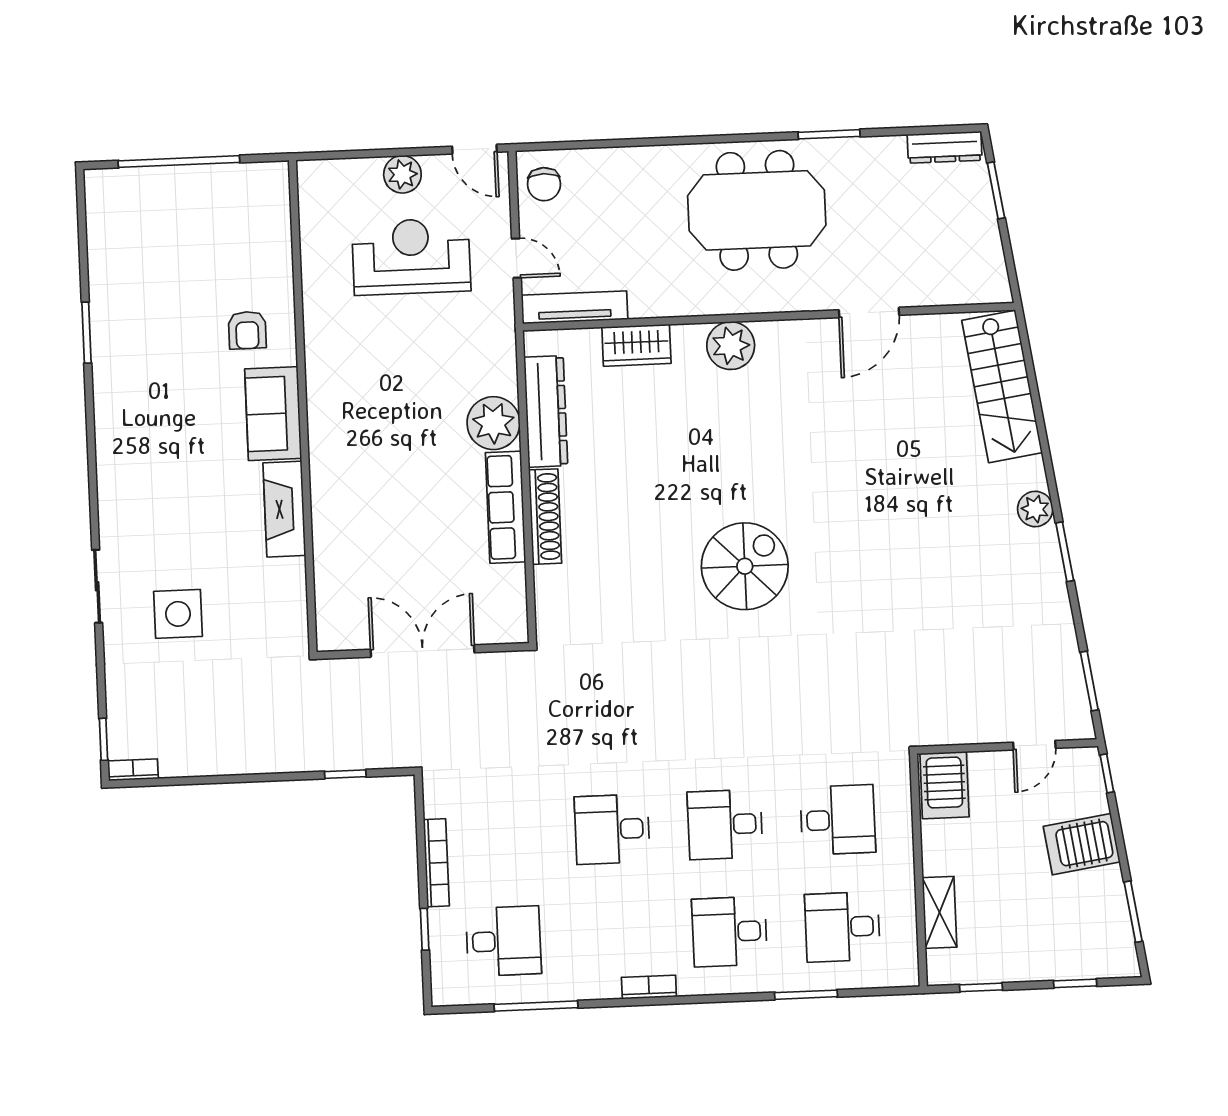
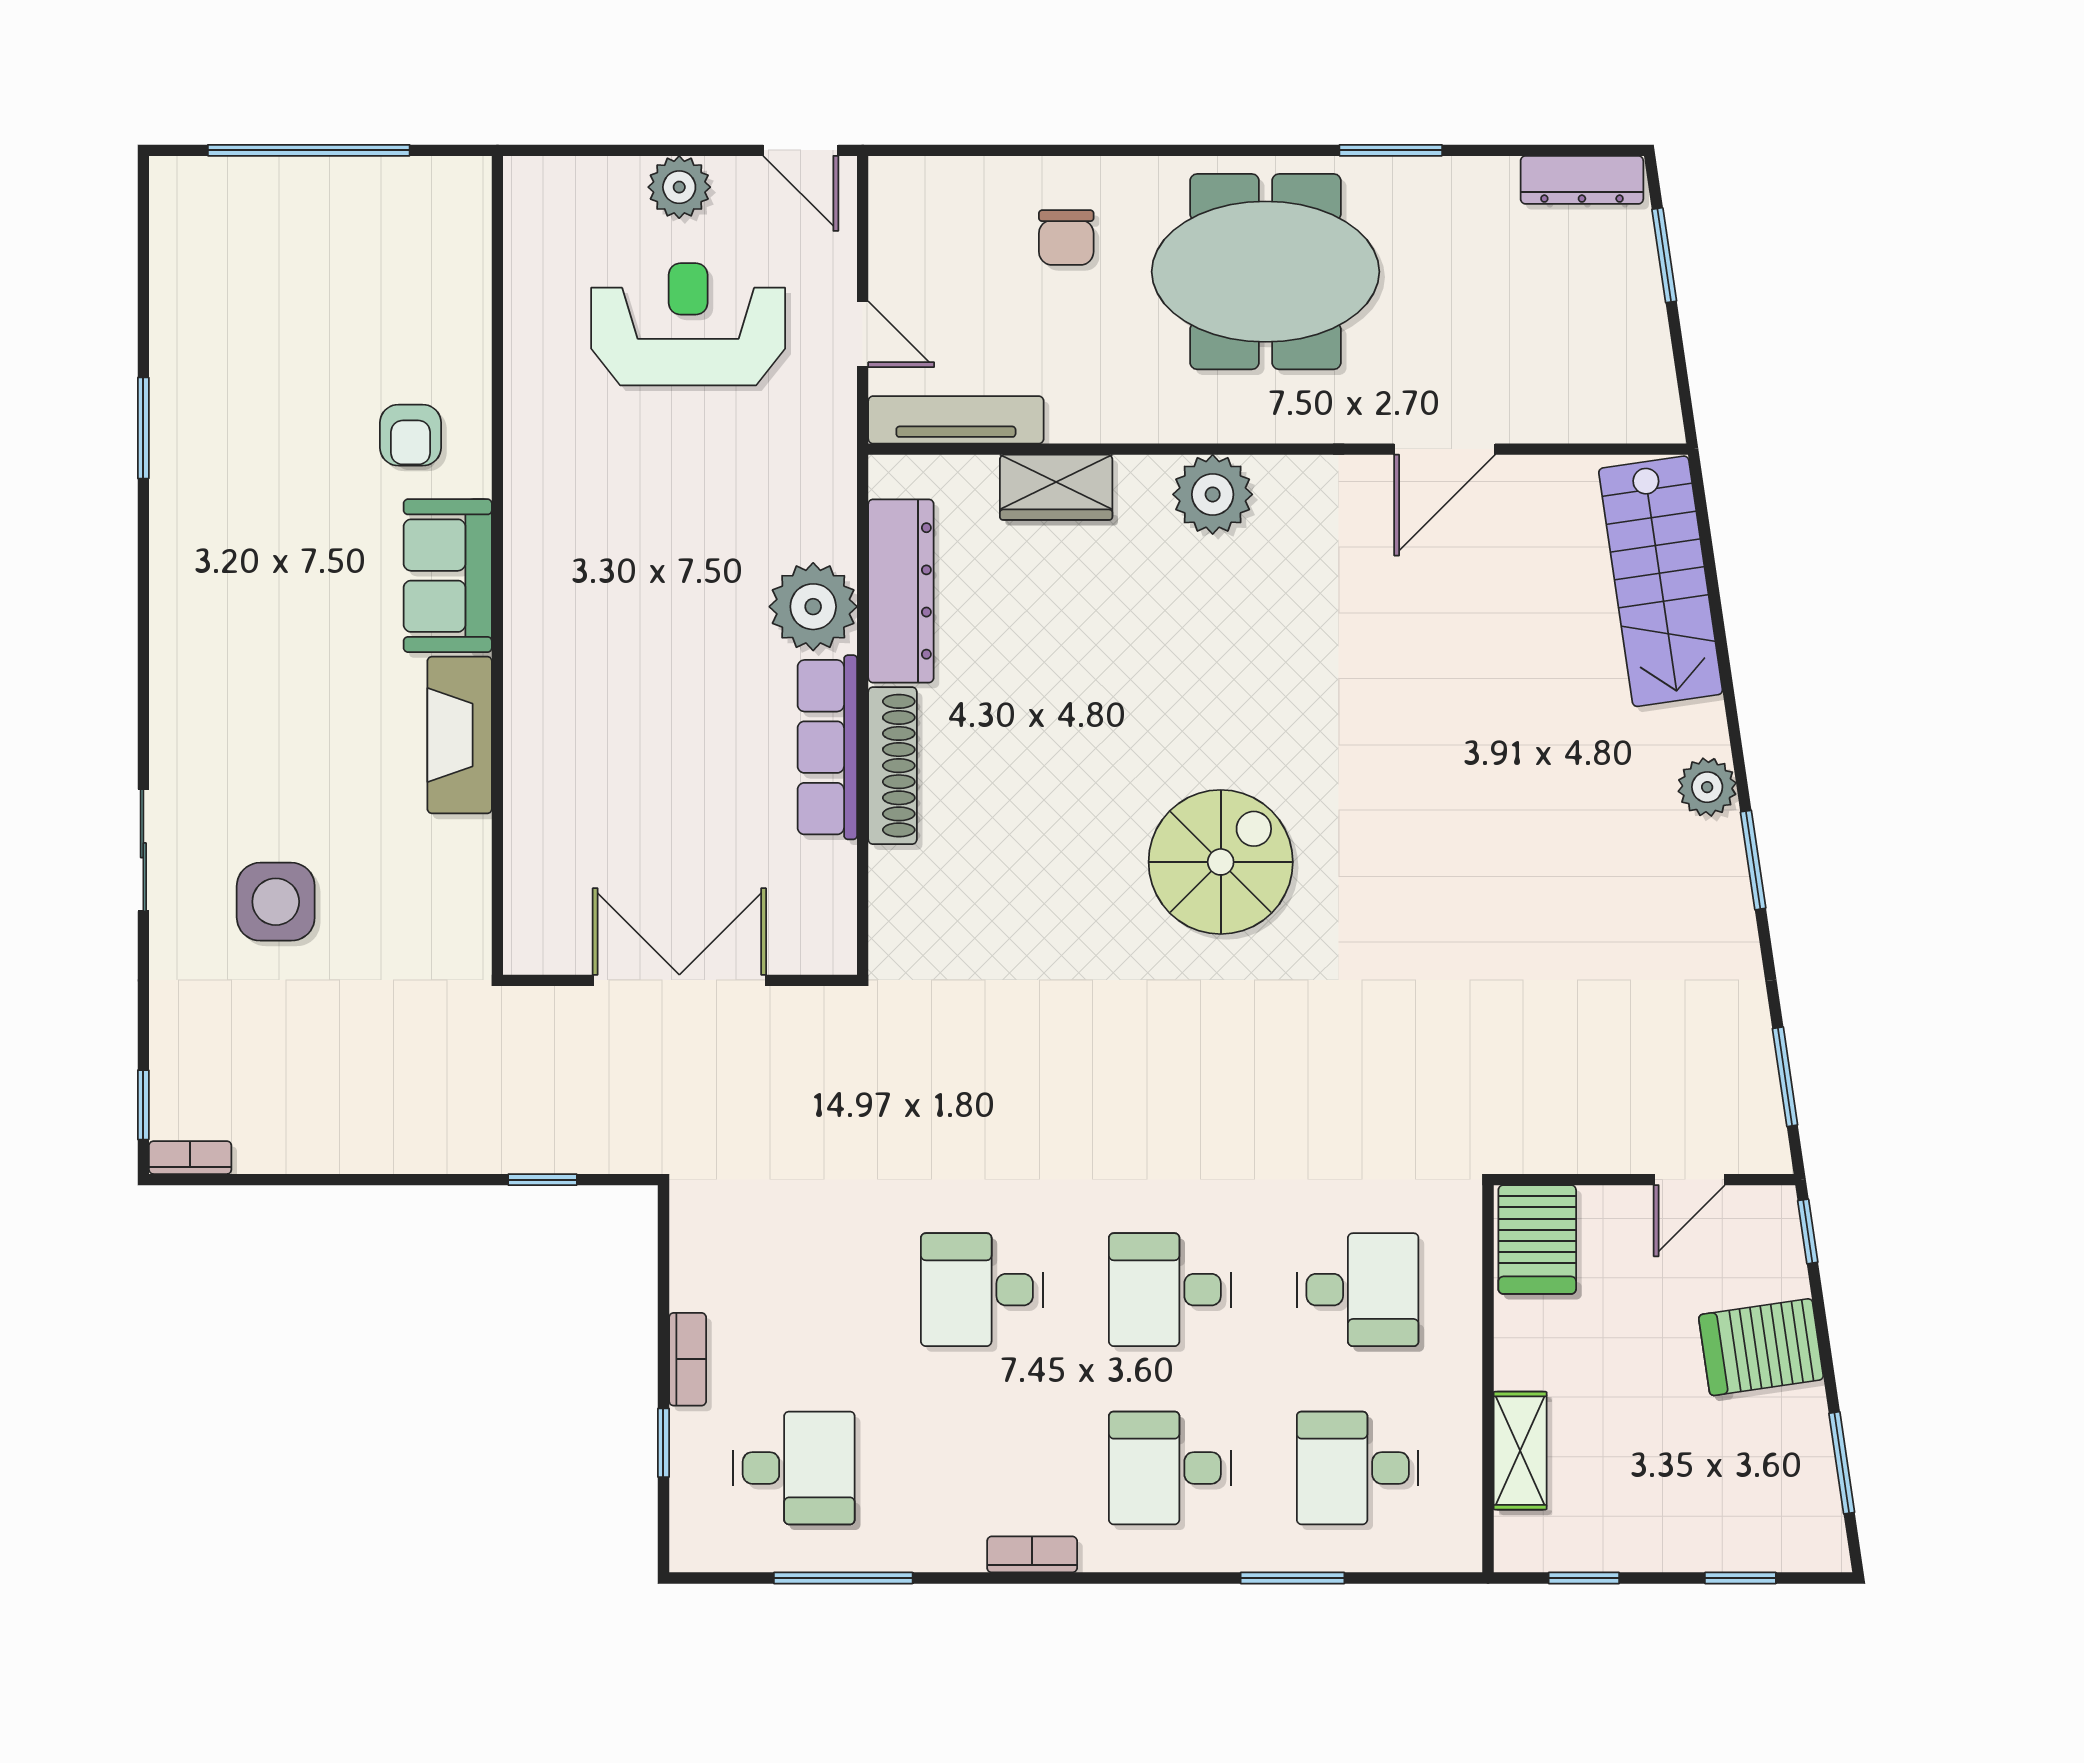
chair: (544, 184) -> (1066, 238), moved
bookcase: (436, 863) -> (688, 1359), width x0.64

